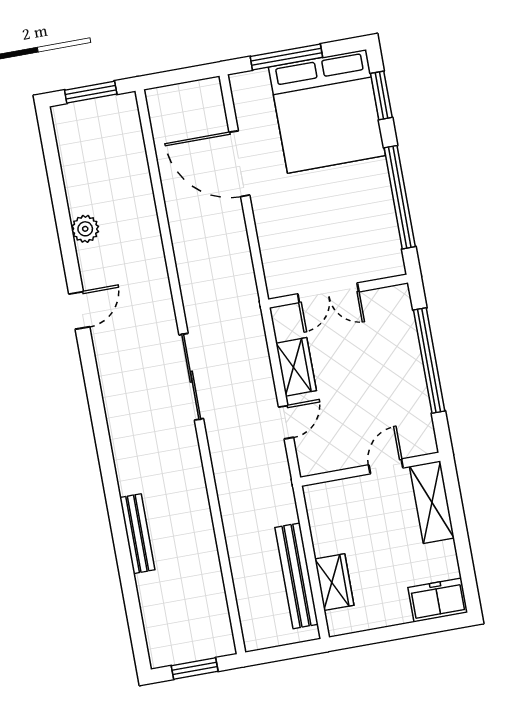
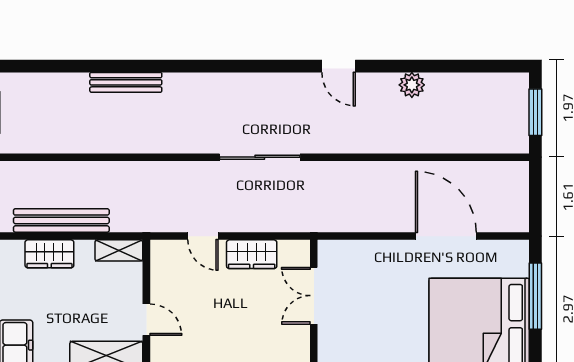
door: (239, 164) -> (446, 236), hinge flipped
shelving: (317, 509) -> (119, 250), added

